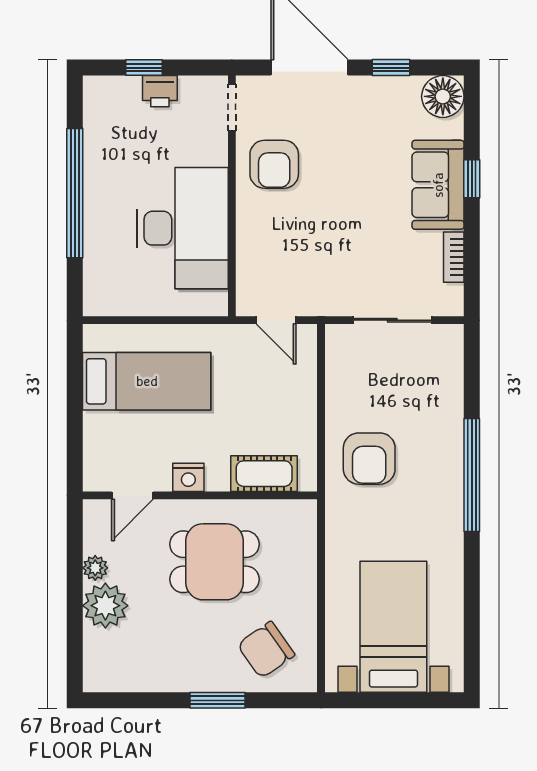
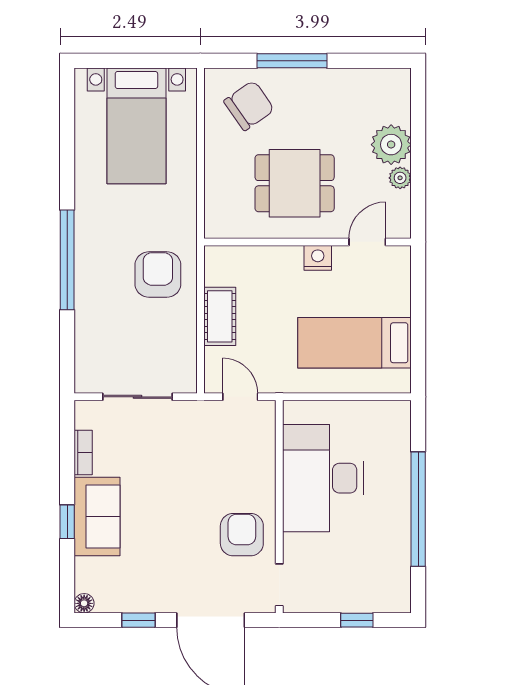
printer: (160, 91) -> (343, 599), removed
floor lamp: (443, 96) -> (84, 603), width x0.53, depth x0.53
cot: (264, 474) -> (220, 316), moved, turned 90
window: (217, 700) -> (292, 61), width x1.44

